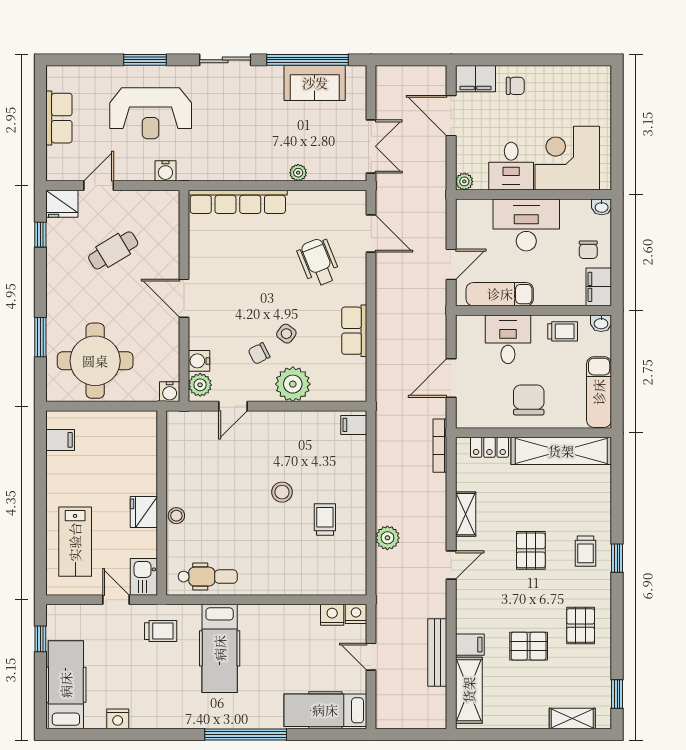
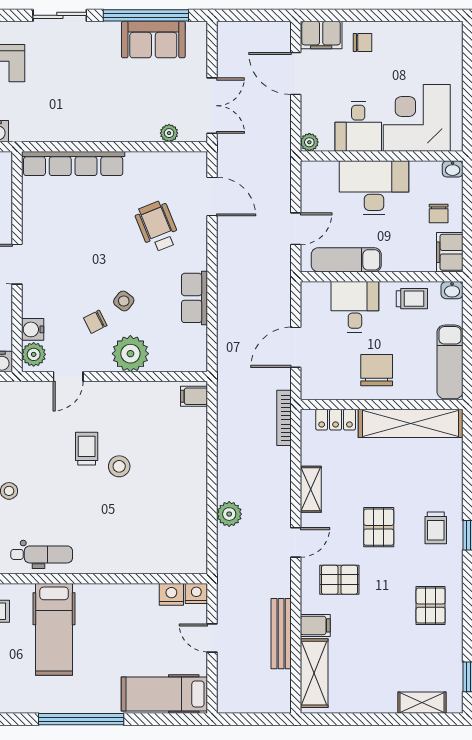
plant: (298, 173) -> (169, 133), moved
trolley: (325, 519) -> (87, 449), moved
pallet: (529, 646) -> (339, 580), moved

